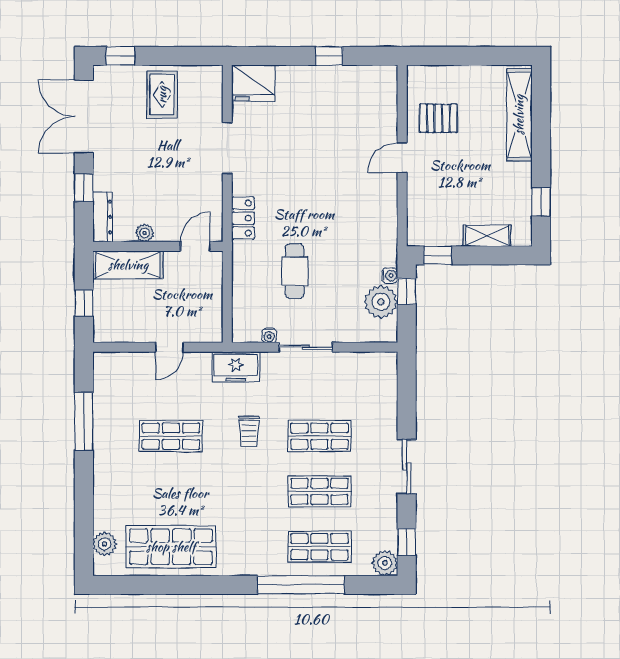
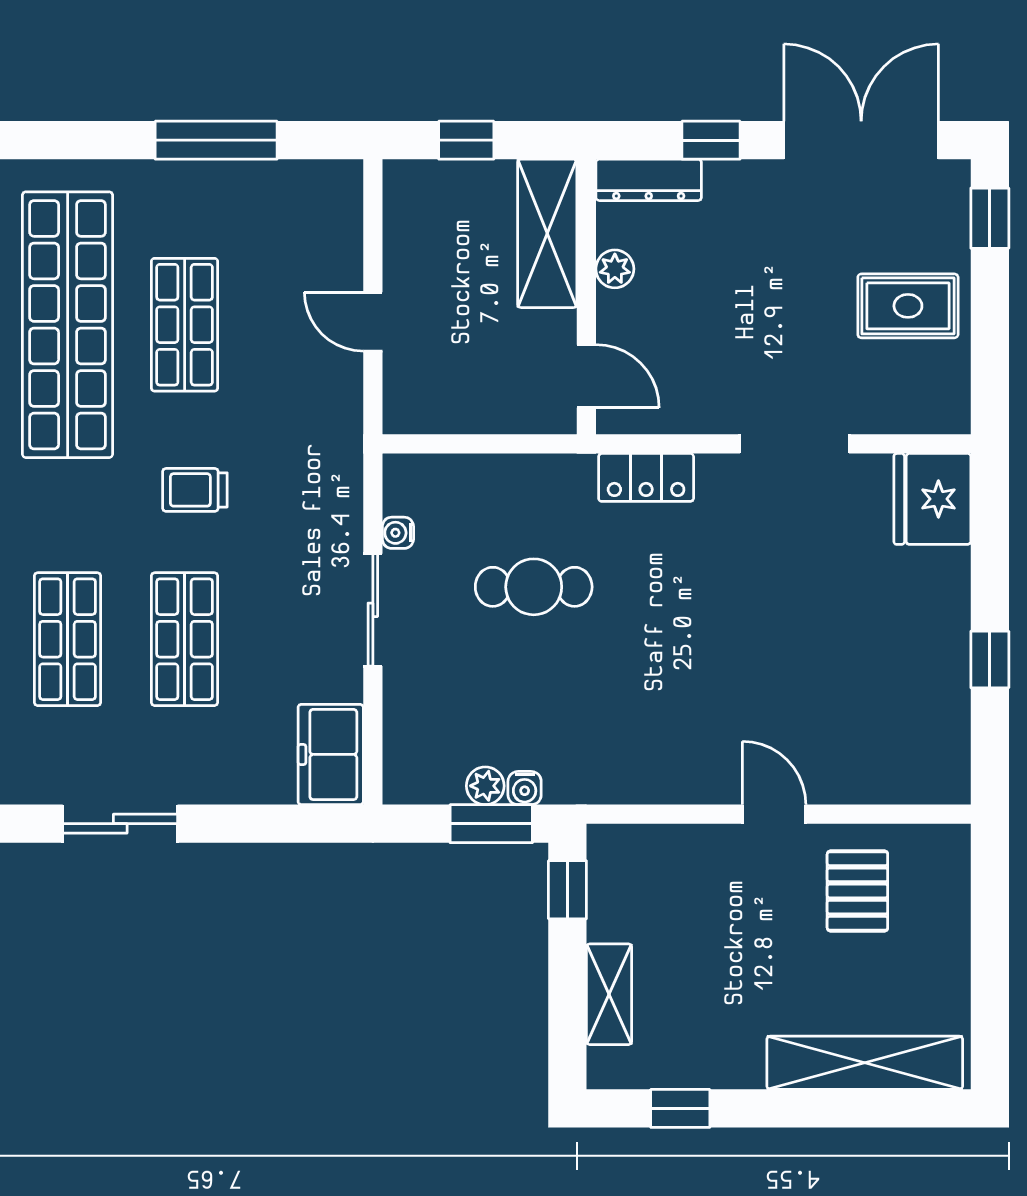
window: (407, 291) -> (491, 824), width x1.50
plant: (381, 302) -> (485, 786), width x0.53, depth x0.53
freezer: (236, 367) -> (331, 754), moved
shop shelf: (171, 491) -> (68, 325), added

